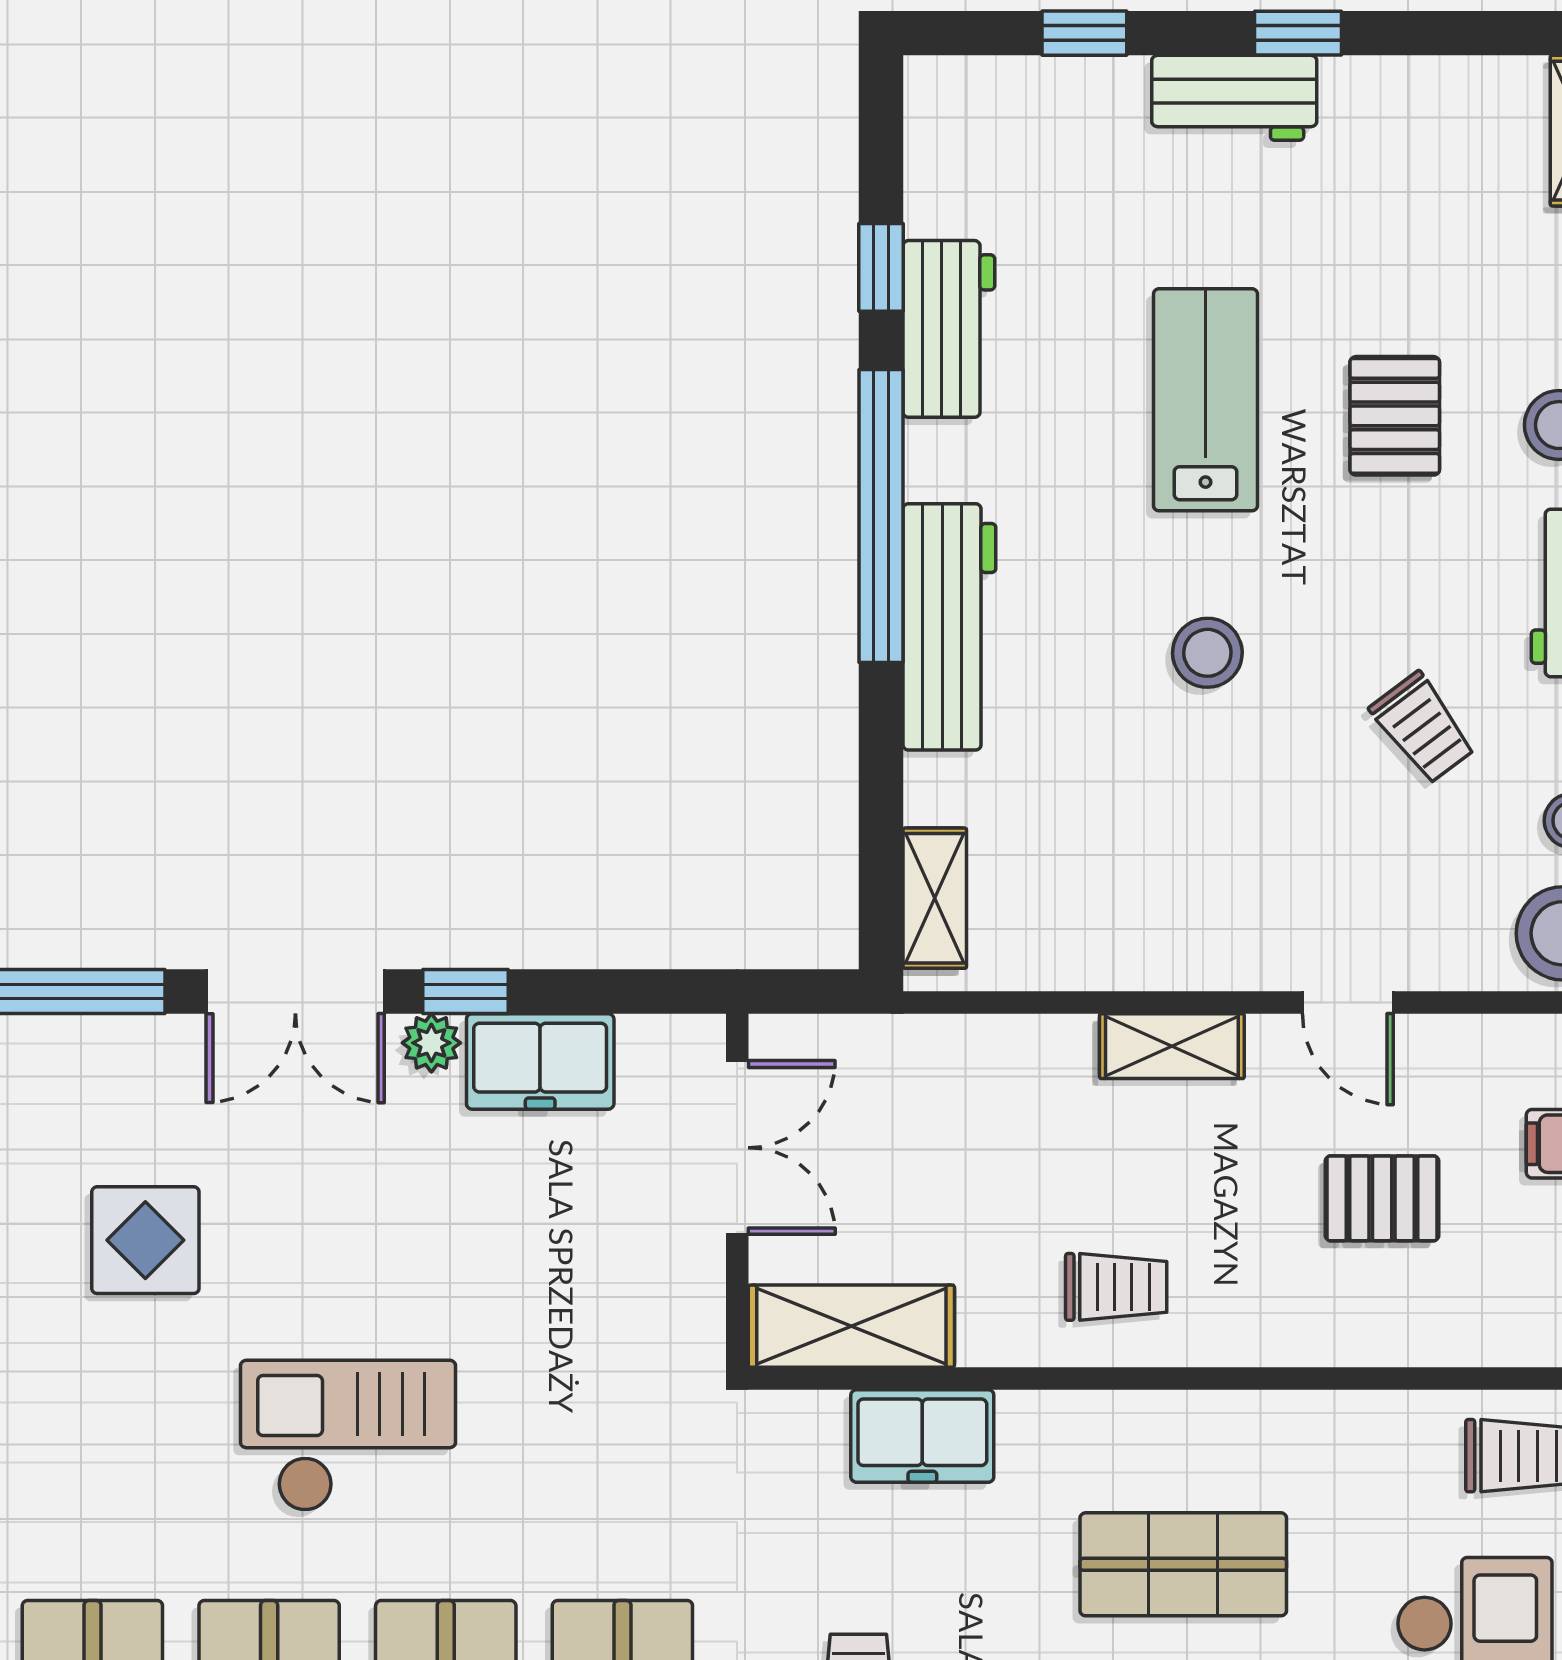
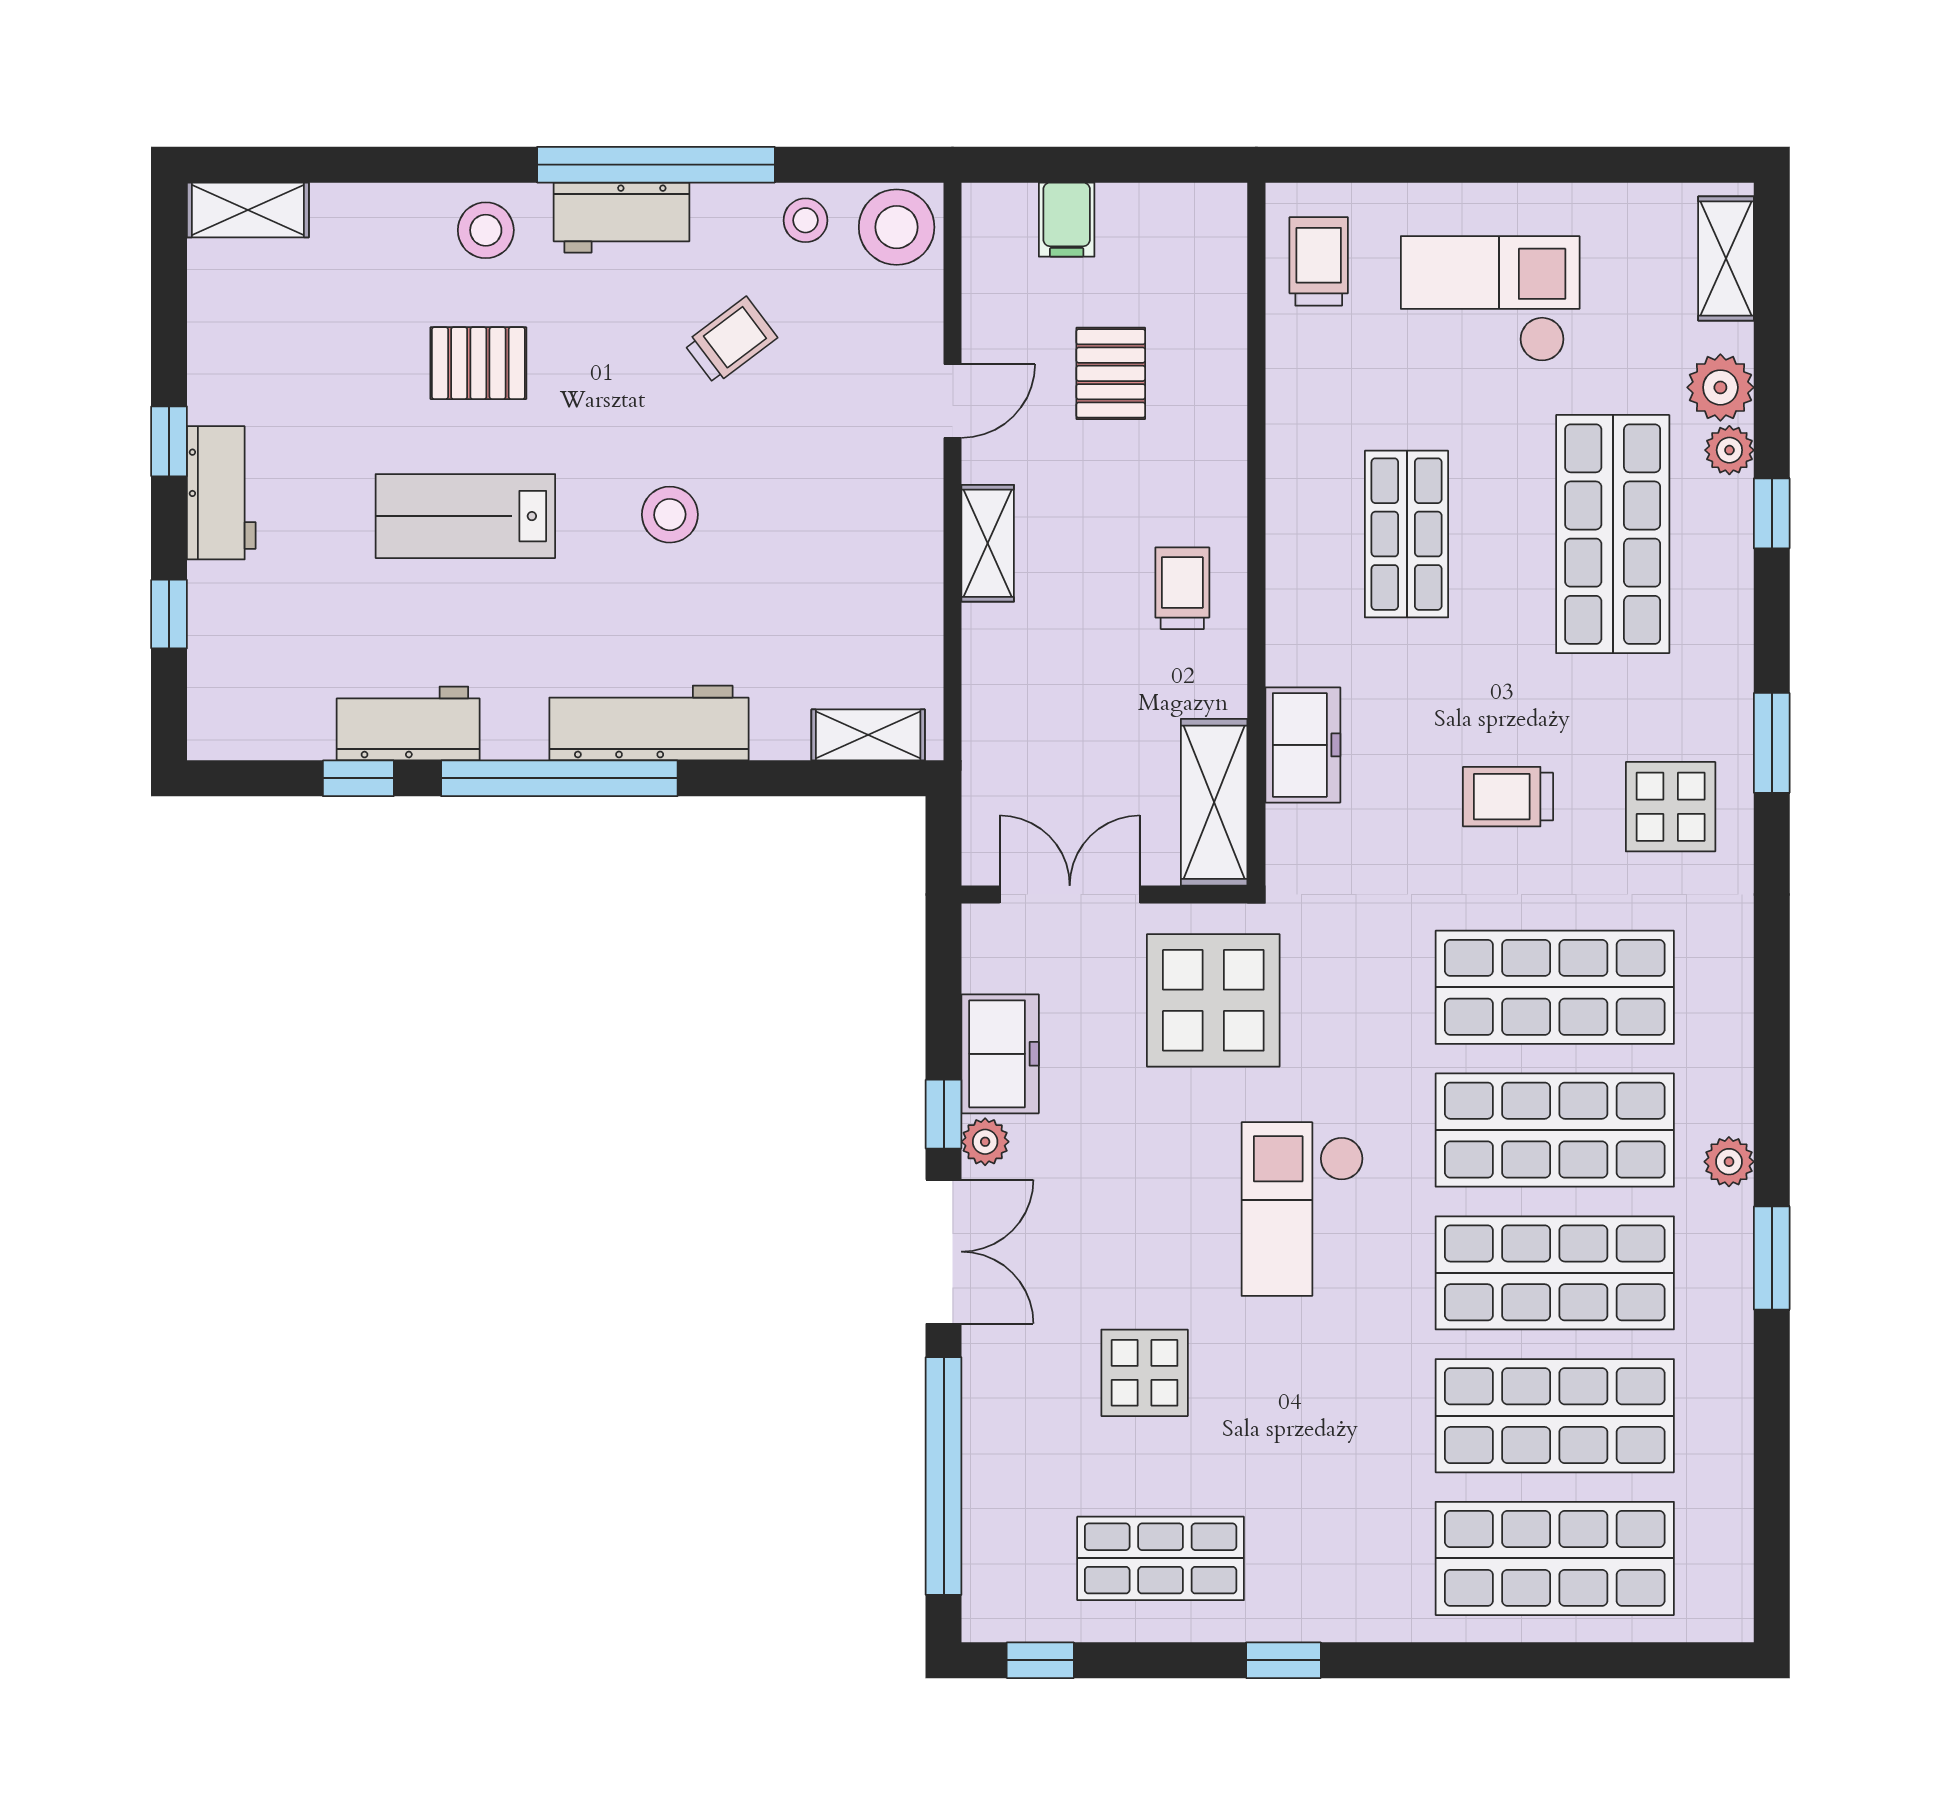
display table: (606, 1325) -> (1213, 1000), added

